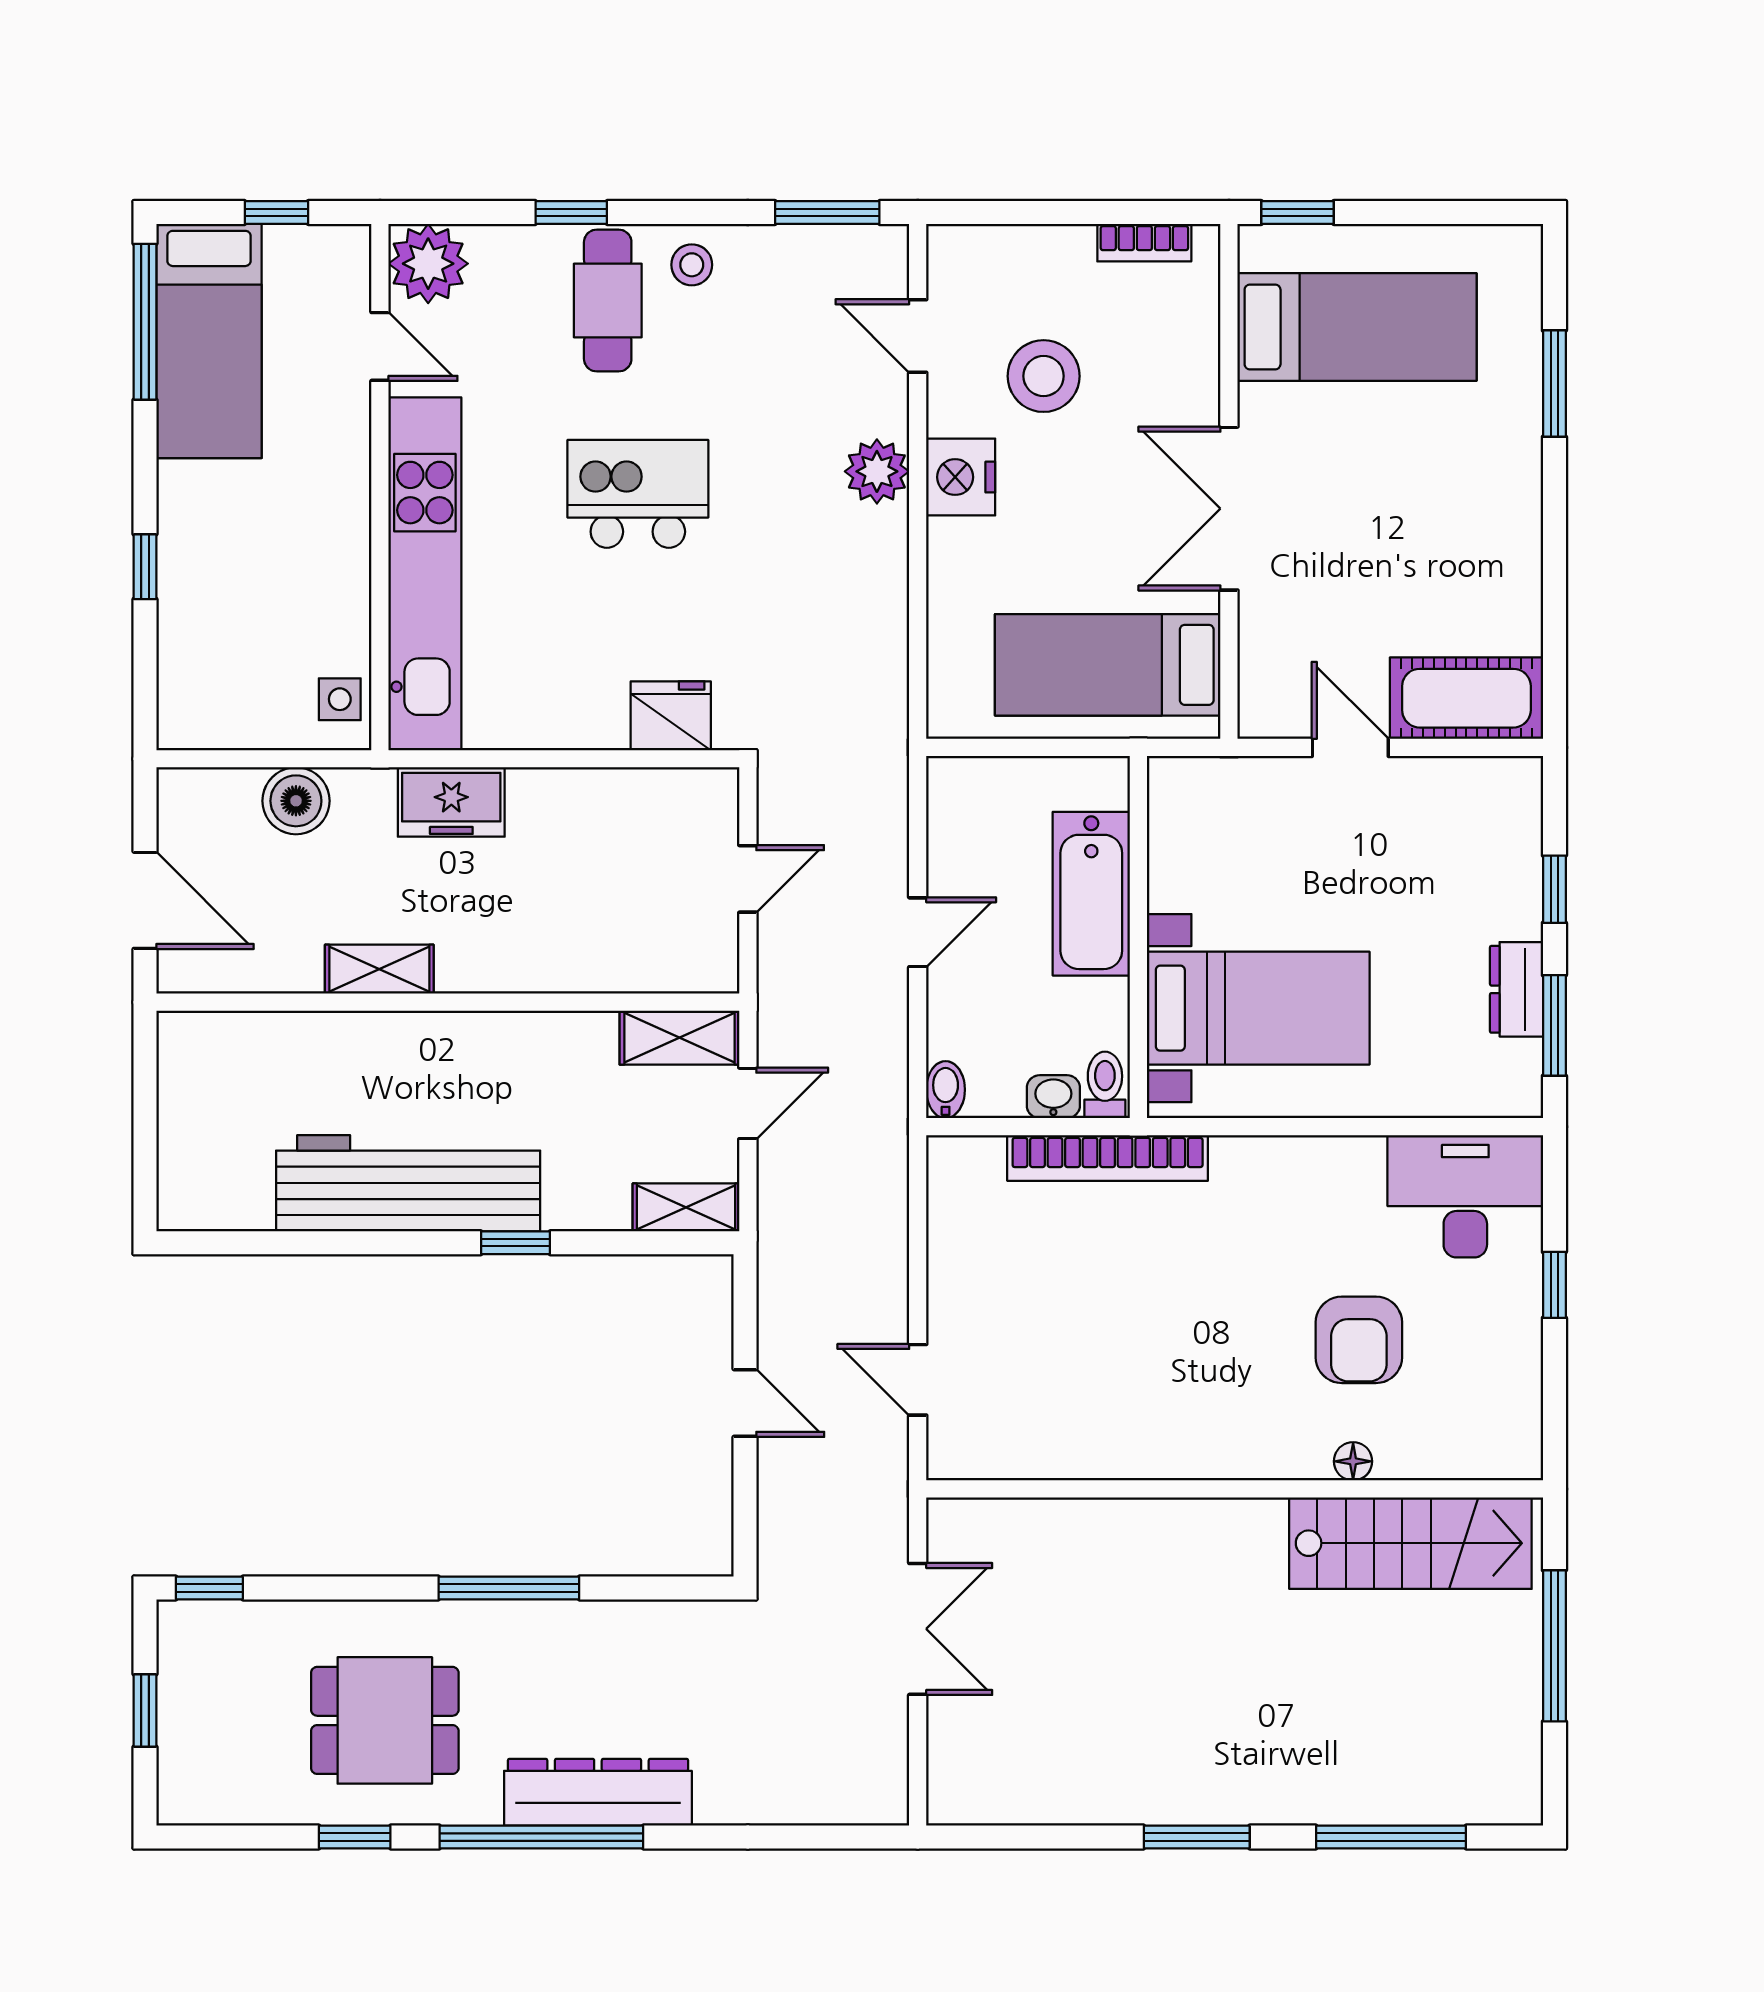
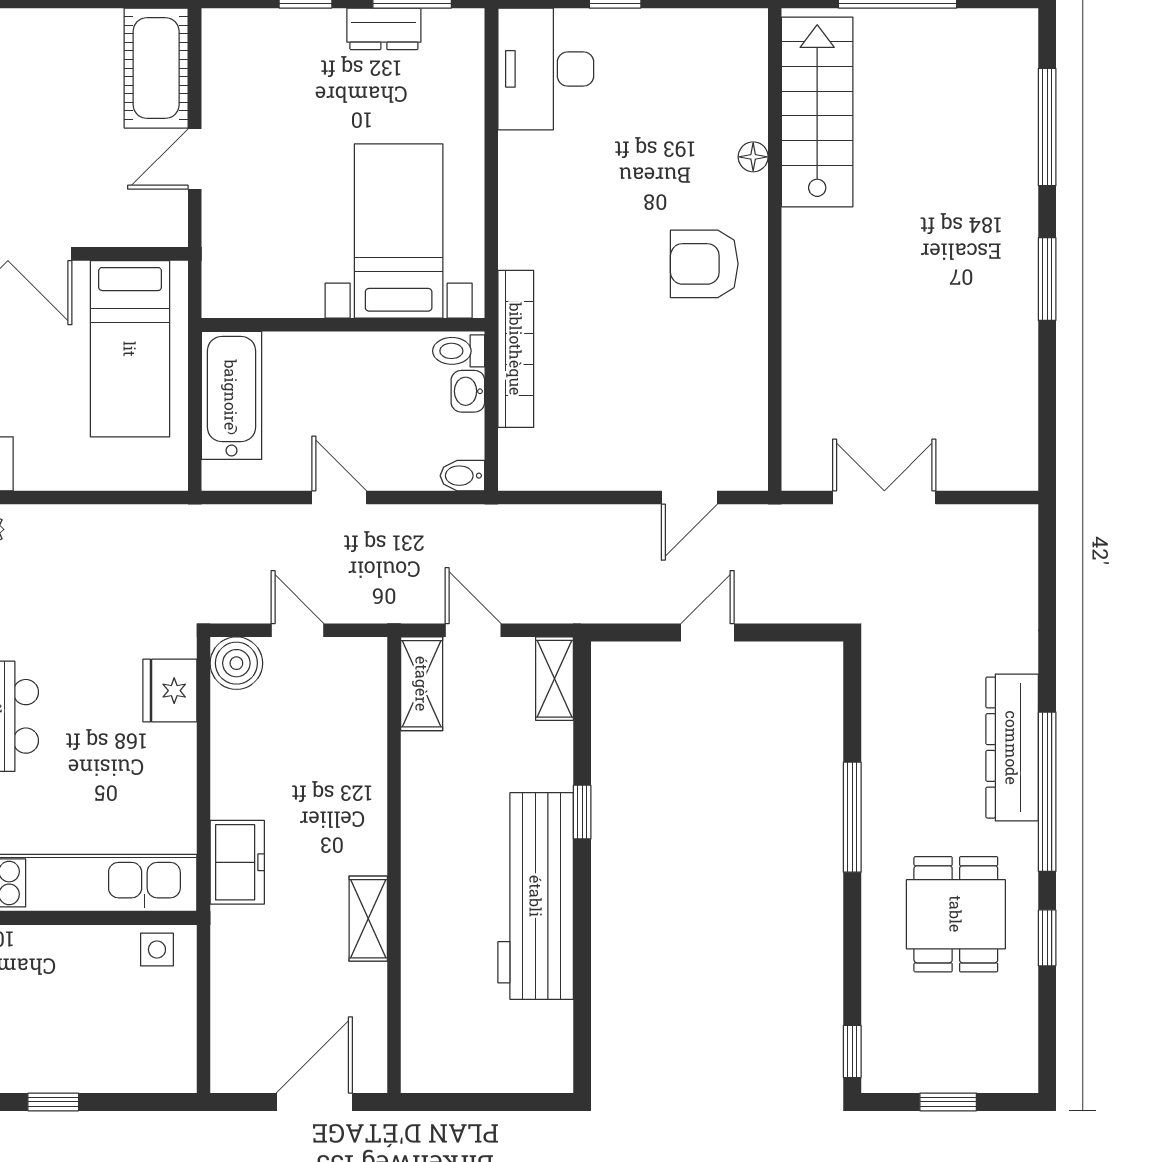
boiler: (296, 801) -> (236, 663), moved
bathtub: (1091, 894) -> (231, 395), moved, turned -90
armchair: (1359, 1340) -> (704, 264), moved, turned 180

